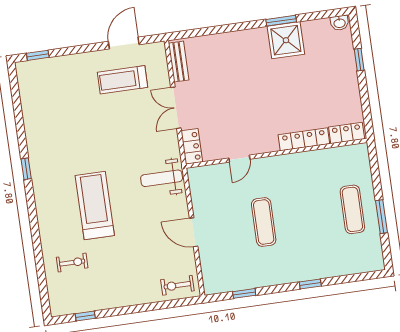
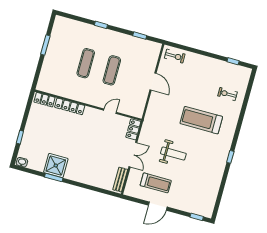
door: (124, 43) -> (158, 206), moved
weight bench: (162, 178) -> (173, 154), moved
treadmill: (95, 205) -> (201, 120), turned 90
exercise mat: (352, 209) -> (86, 63), moved

